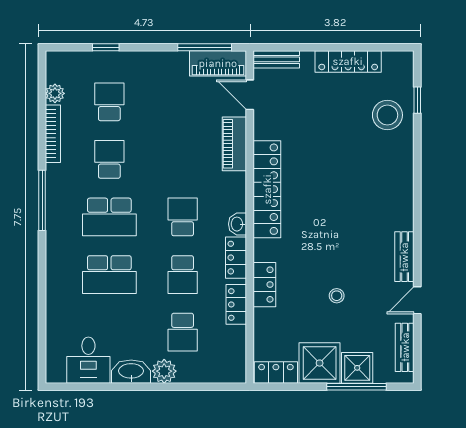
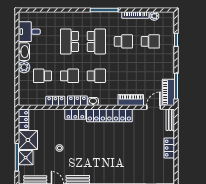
locker: (348, 61) -> (169, 148), width x0.66
stool: (387, 115) -> (144, 172), removed
school desk: (109, 217) -> (96, 41), turned 180
school desk: (183, 275) -> (69, 76), turned 180
locker: (264, 285) -> (75, 114), moved

